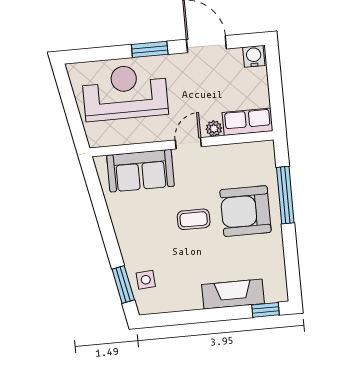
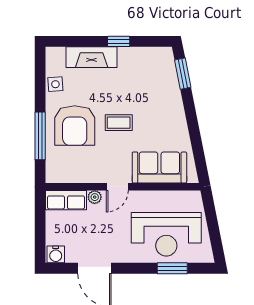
window: (150, 49) -> (172, 268), moved
armchair: (245, 211) -> (75, 126), turned 90
side table: (146, 280) -> (55, 84), moved
window: (265, 310) -> (119, 41), moved

